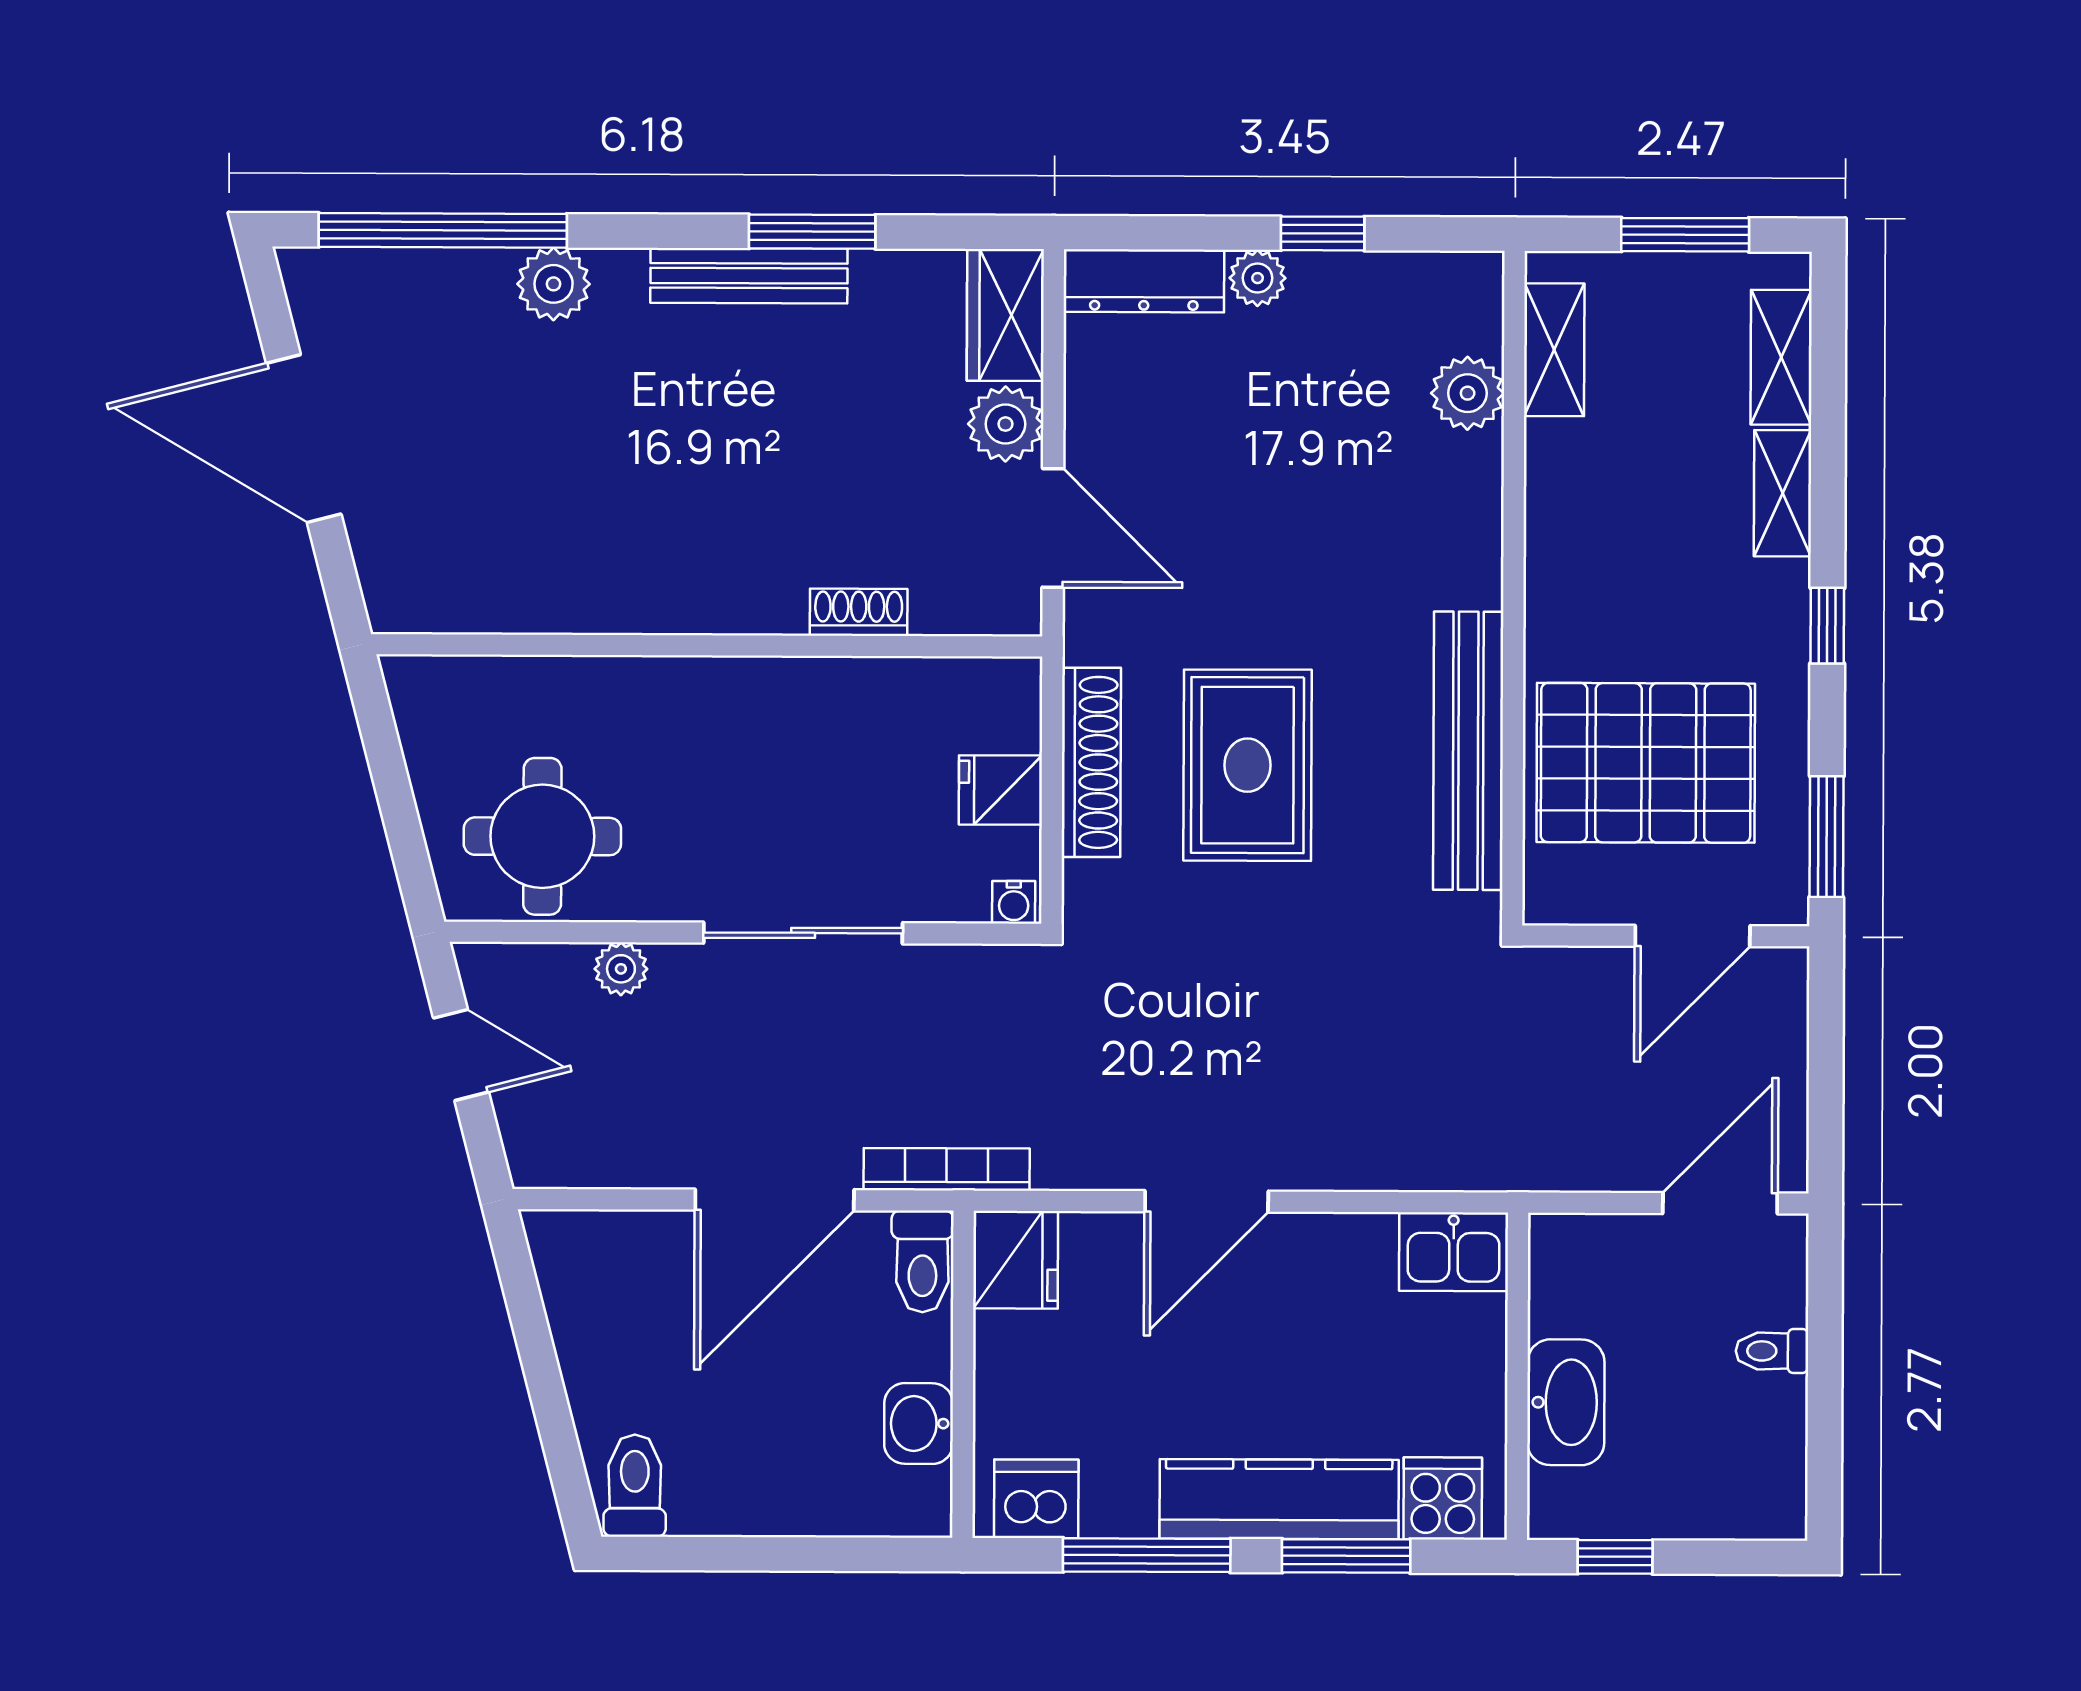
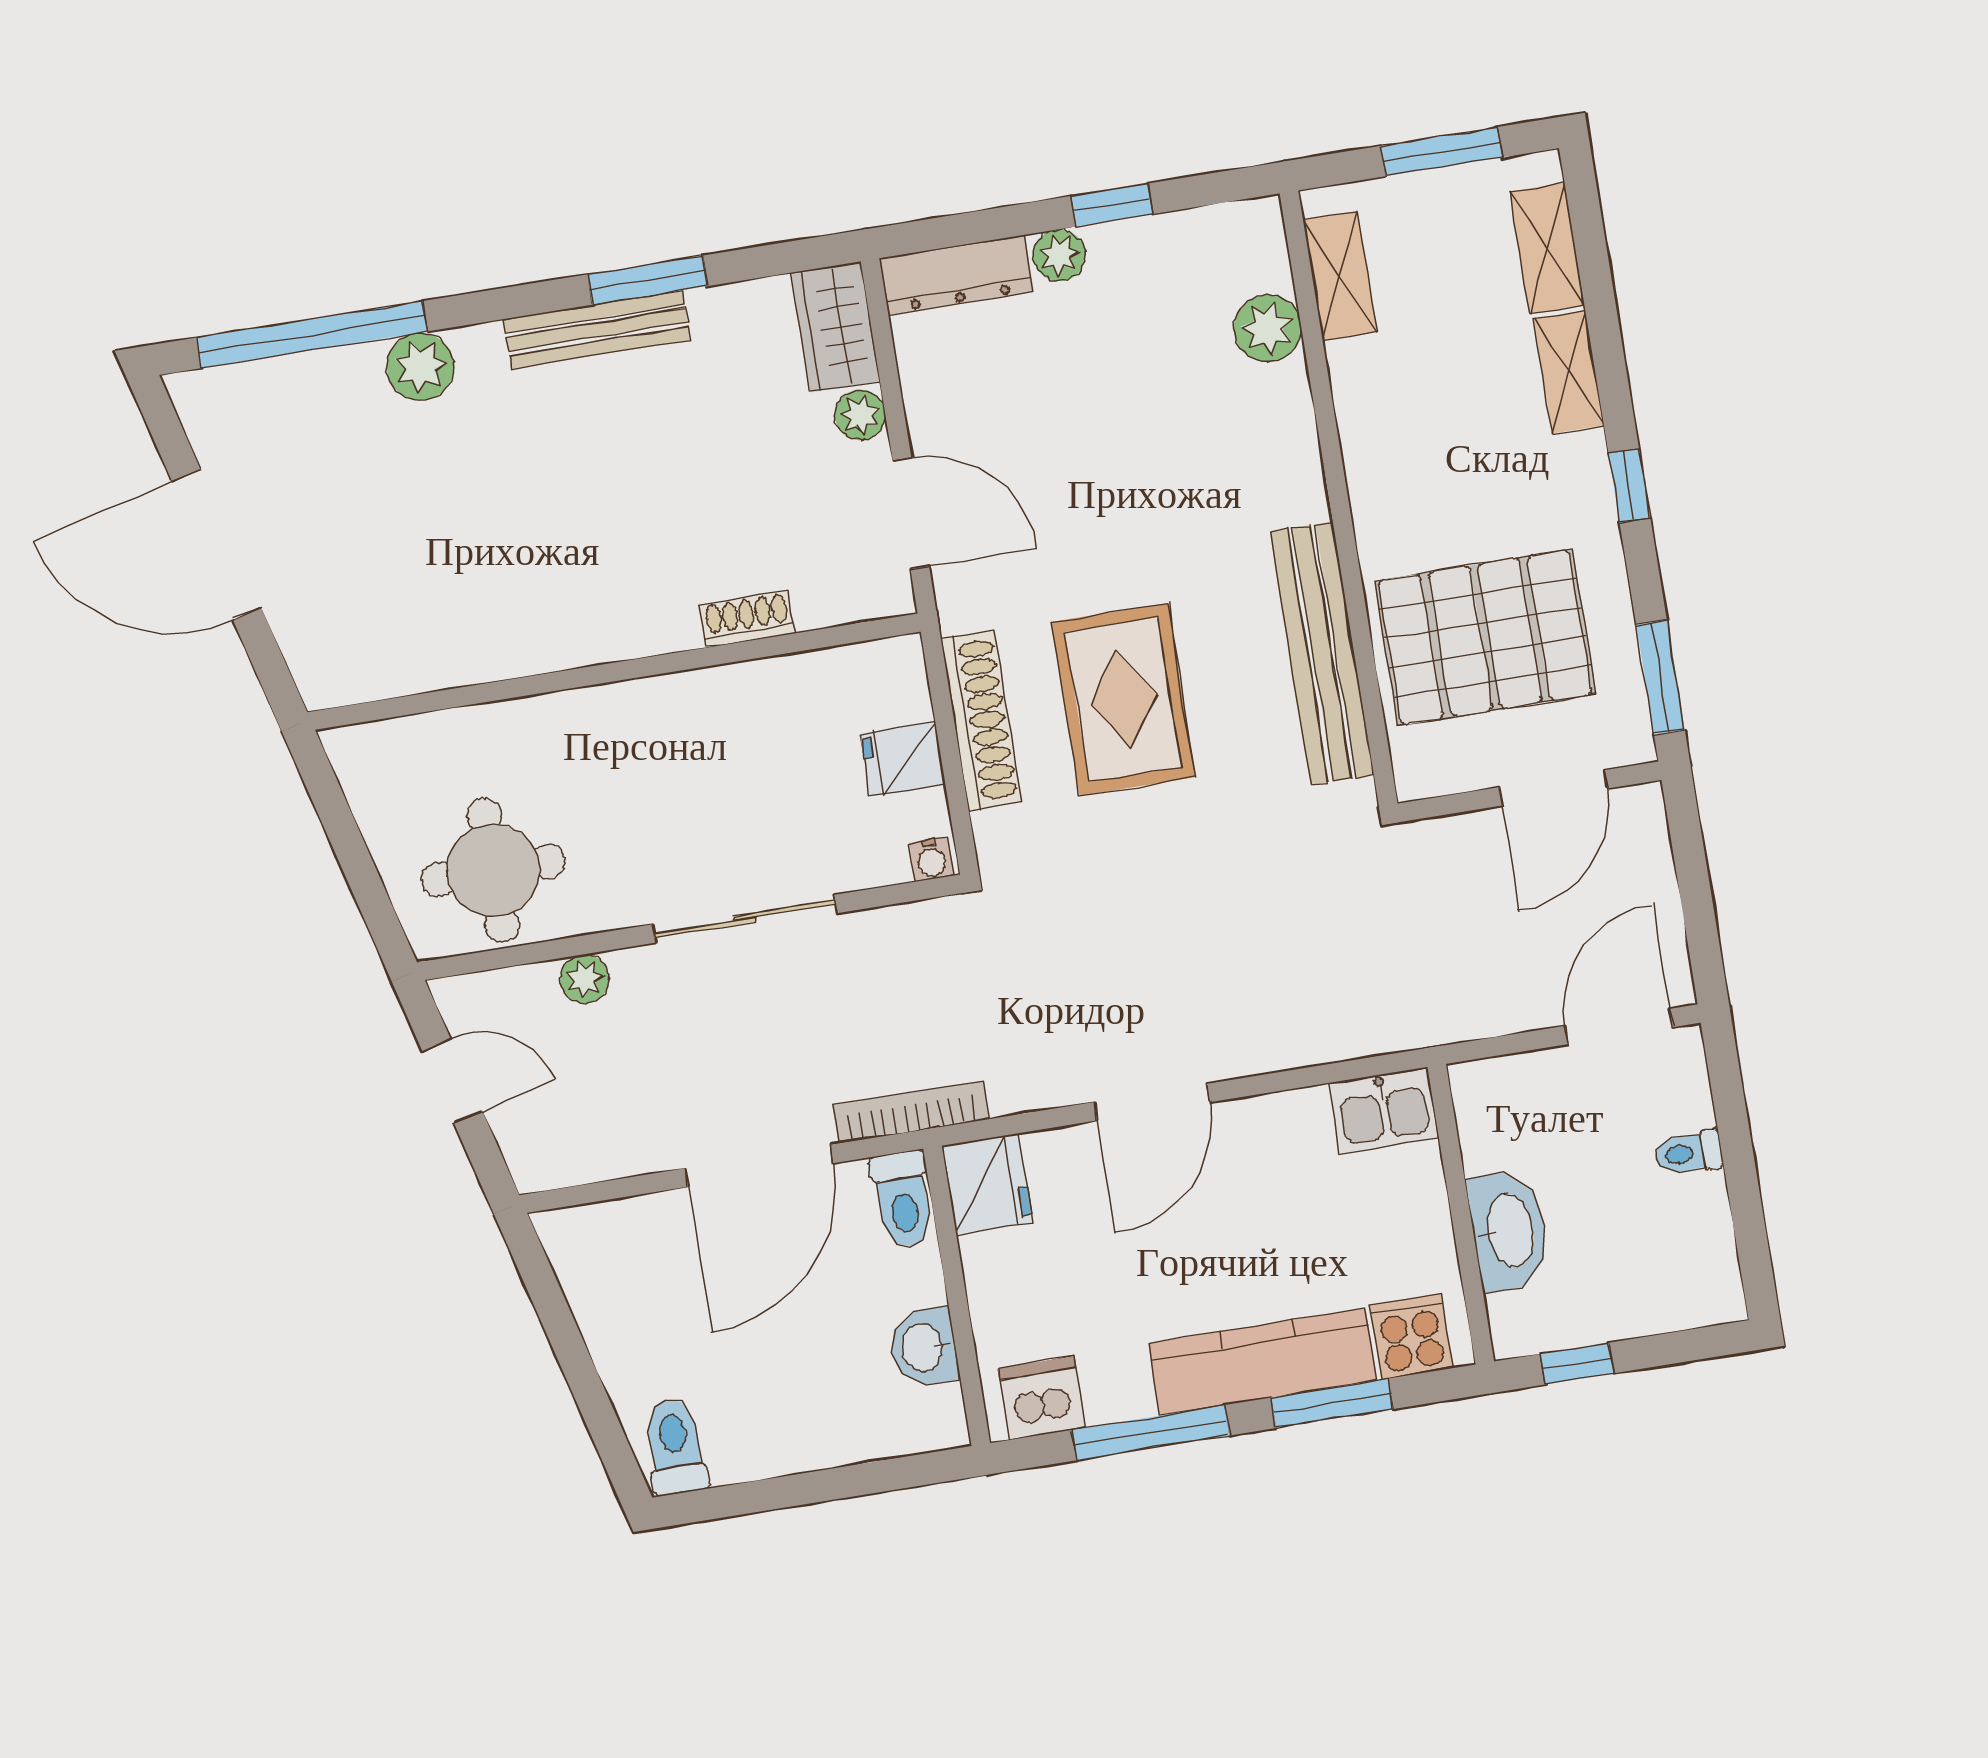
plant: (1005, 424) -> (860, 415), width x0.73, depth x0.73

